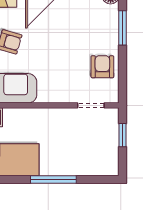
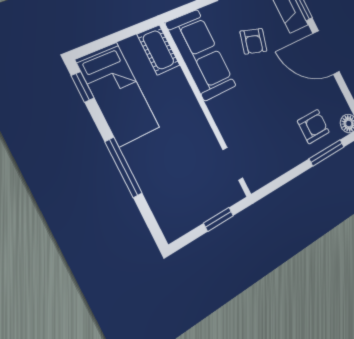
armchair: (102, 67) -> (313, 126), moved

